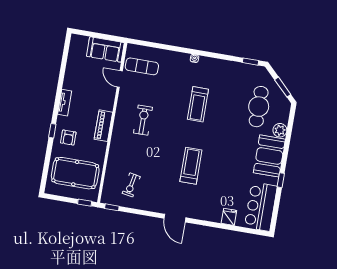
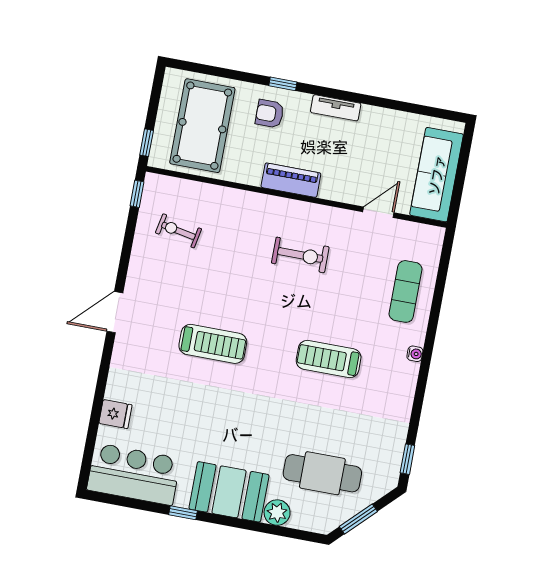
sofa: (105, 49) -> (437, 175), width x1.36
exercise mat: (142, 66) -> (406, 291), moved

